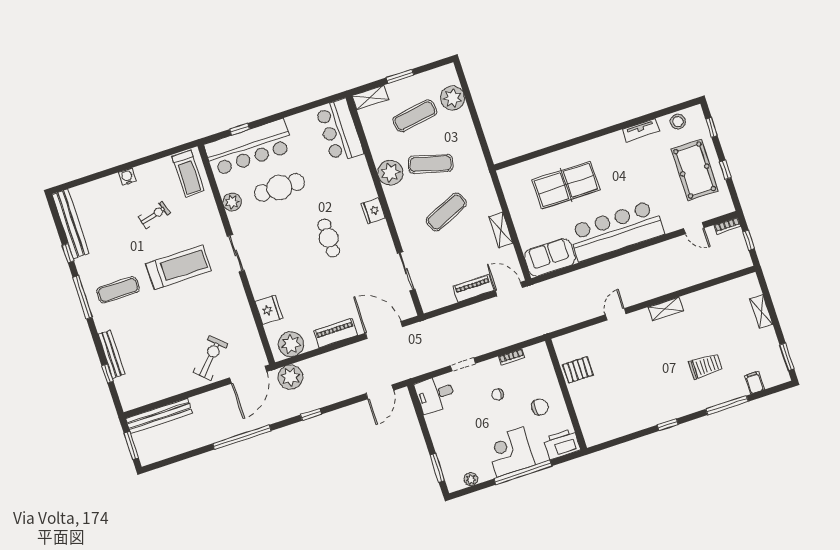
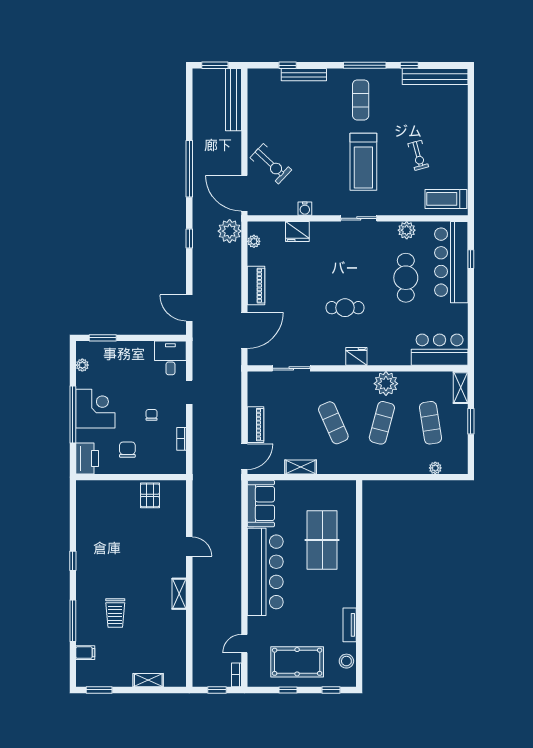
plant: (453, 98) -> (435, 468), width x0.53, depth x0.53
water cooler: (127, 177) -> (305, 209), moved, turned 90
plant: (291, 344) -> (254, 241), width x0.53, depth x0.53
chair: (540, 407) -> (127, 450), turned 180

